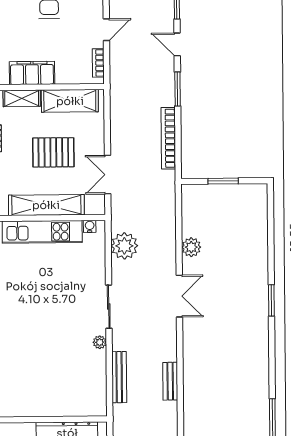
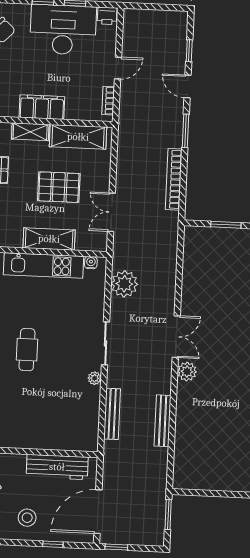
shelving: (46, 205) -> (49, 239), width x0.68
plant: (191, 247) -> (187, 372), moved
cafe table: (30, 317) -> (27, 350), added
bench: (170, 381) -> (163, 421), width x1.36

